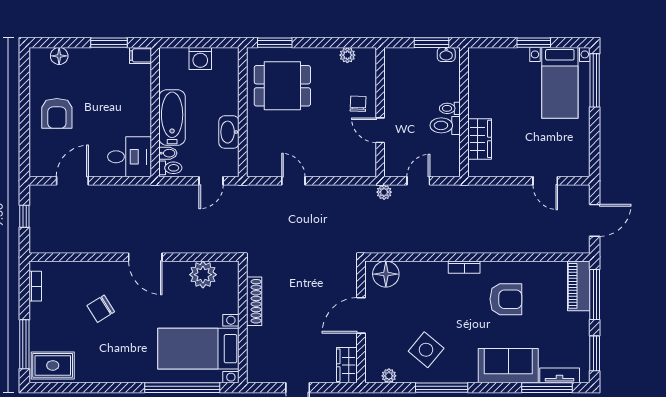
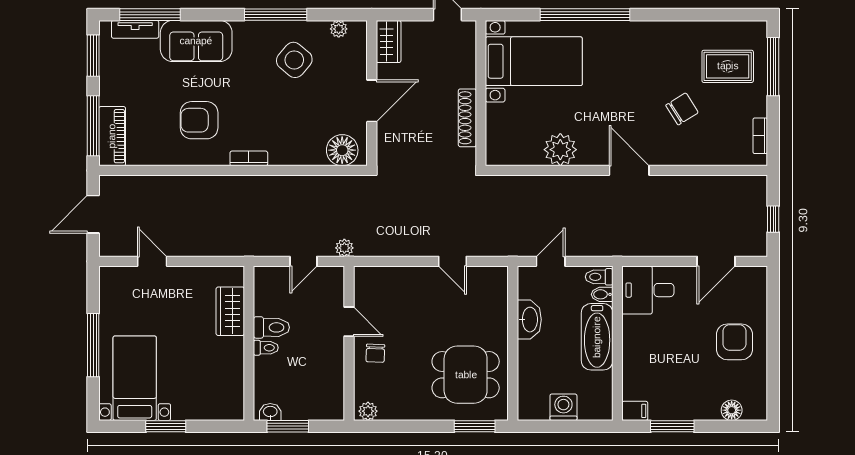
plant: (347, 55) -> (368, 411), moved
window: (595, 80) -> (93, 345), moved
shoe rack: (254, 301) -> (467, 118), moved
wall: (243, 322) -> (481, 93), moved
bed with nightstands: (198, 349) -> (534, 61), moved
rug: (53, 365) -> (728, 66), moved

